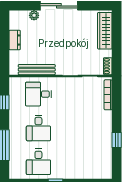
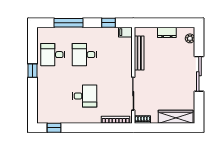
plant: (34, 15) -> (190, 38), moved
filing cabinet: (14, 84) -> (125, 32), added
desk: (38, 94) -> (85, 96), moved, turned 90
window: (117, 140) -> (54, 128), moved

